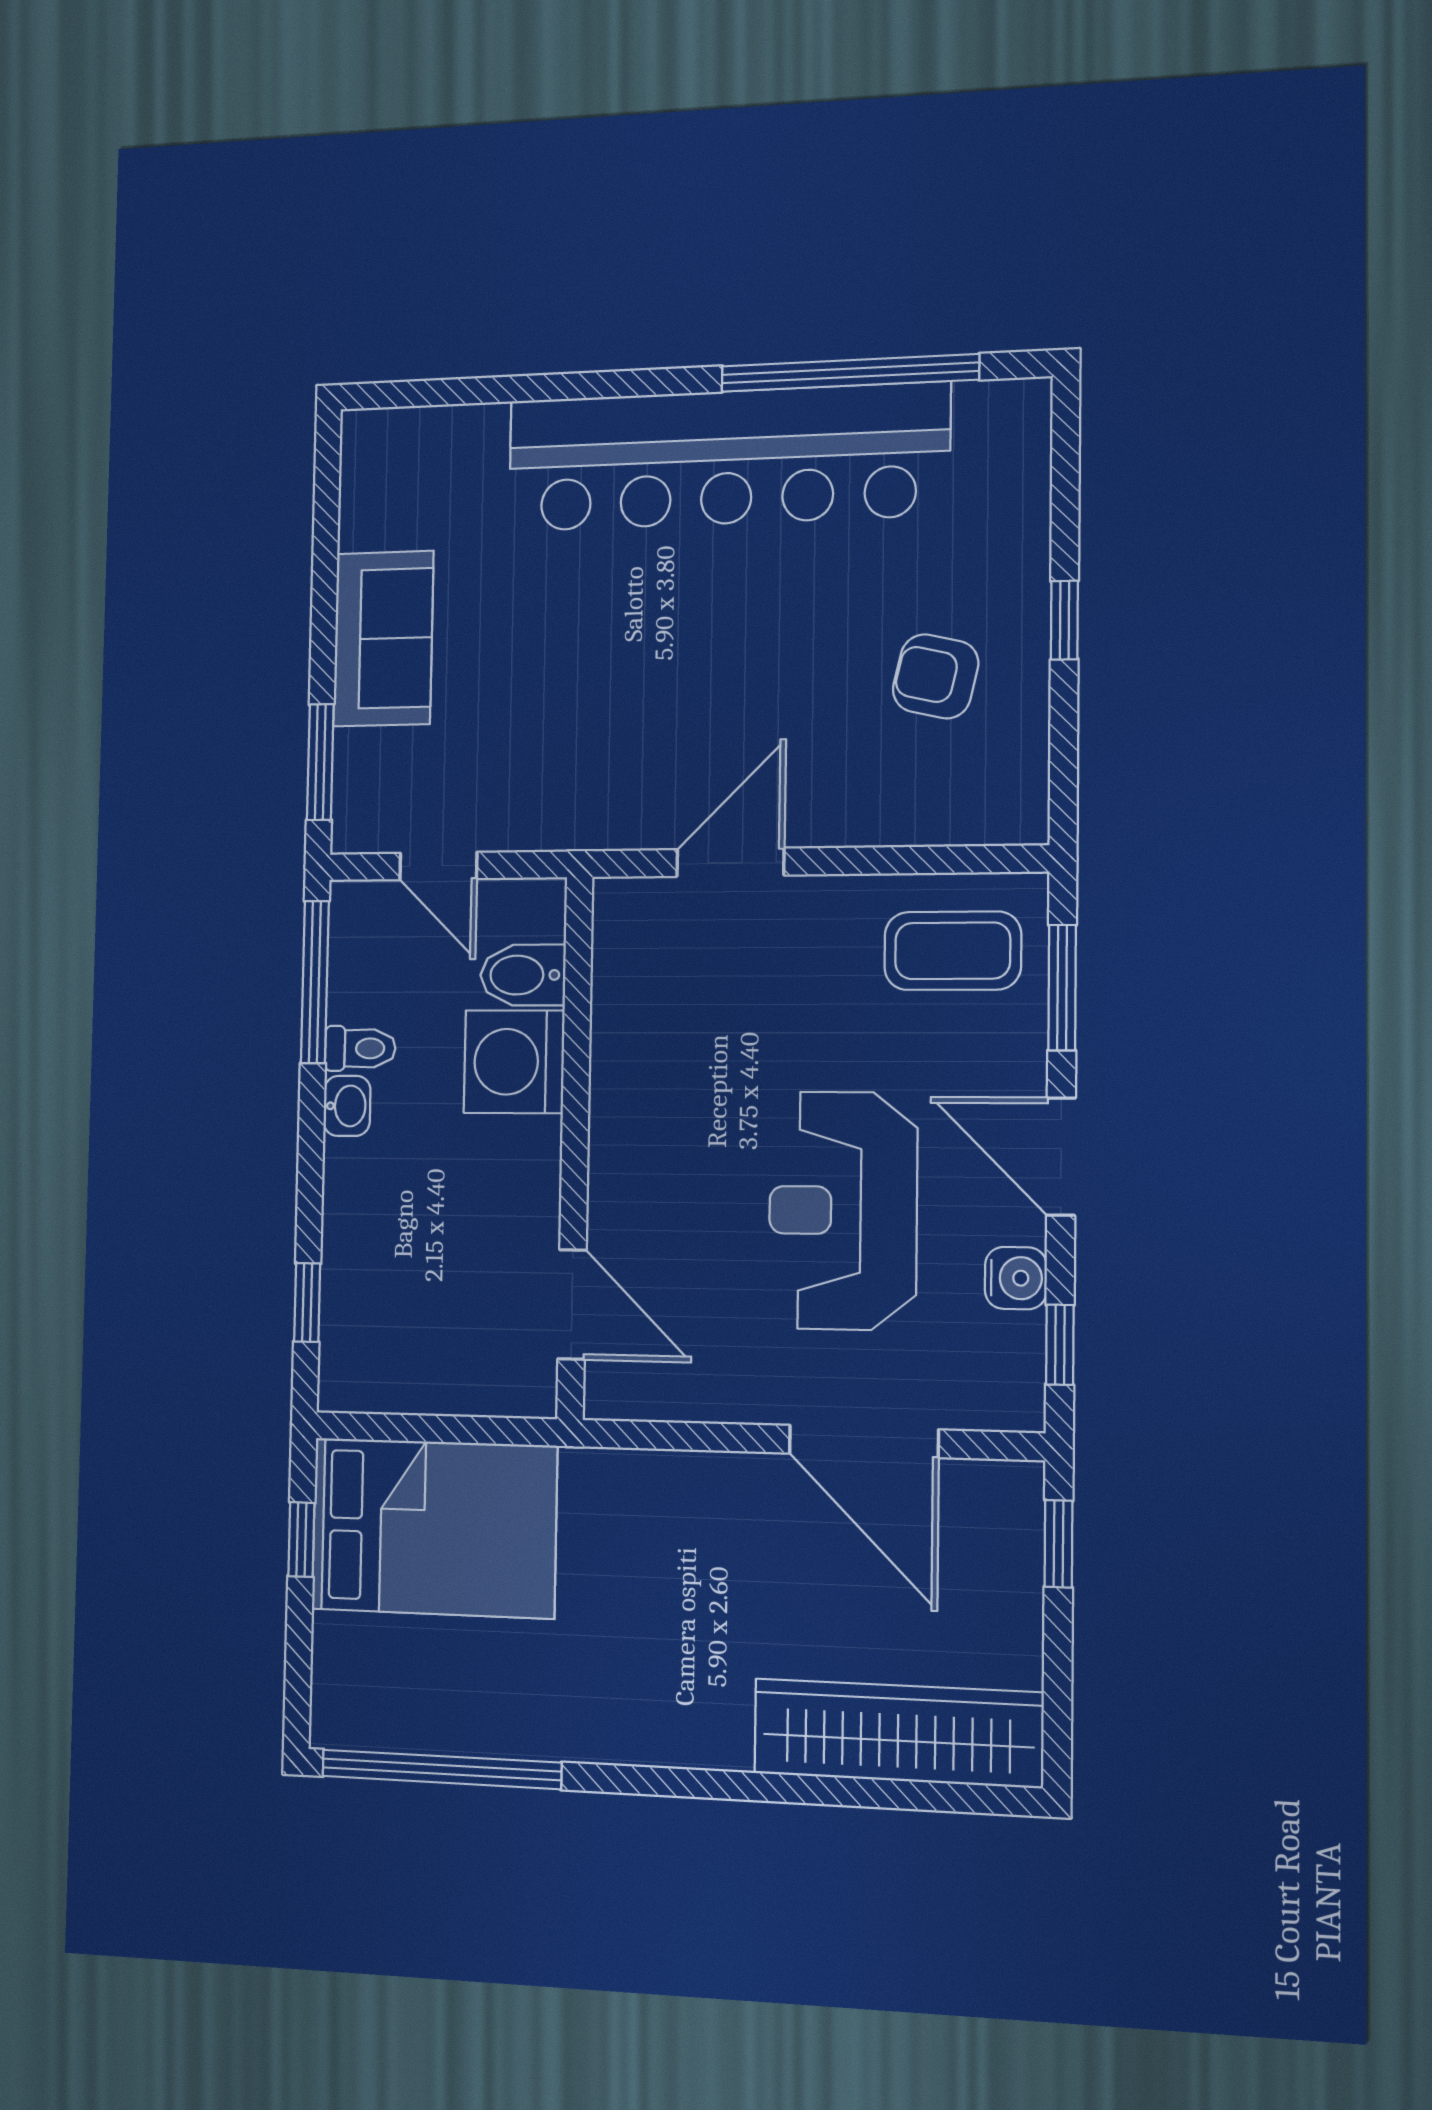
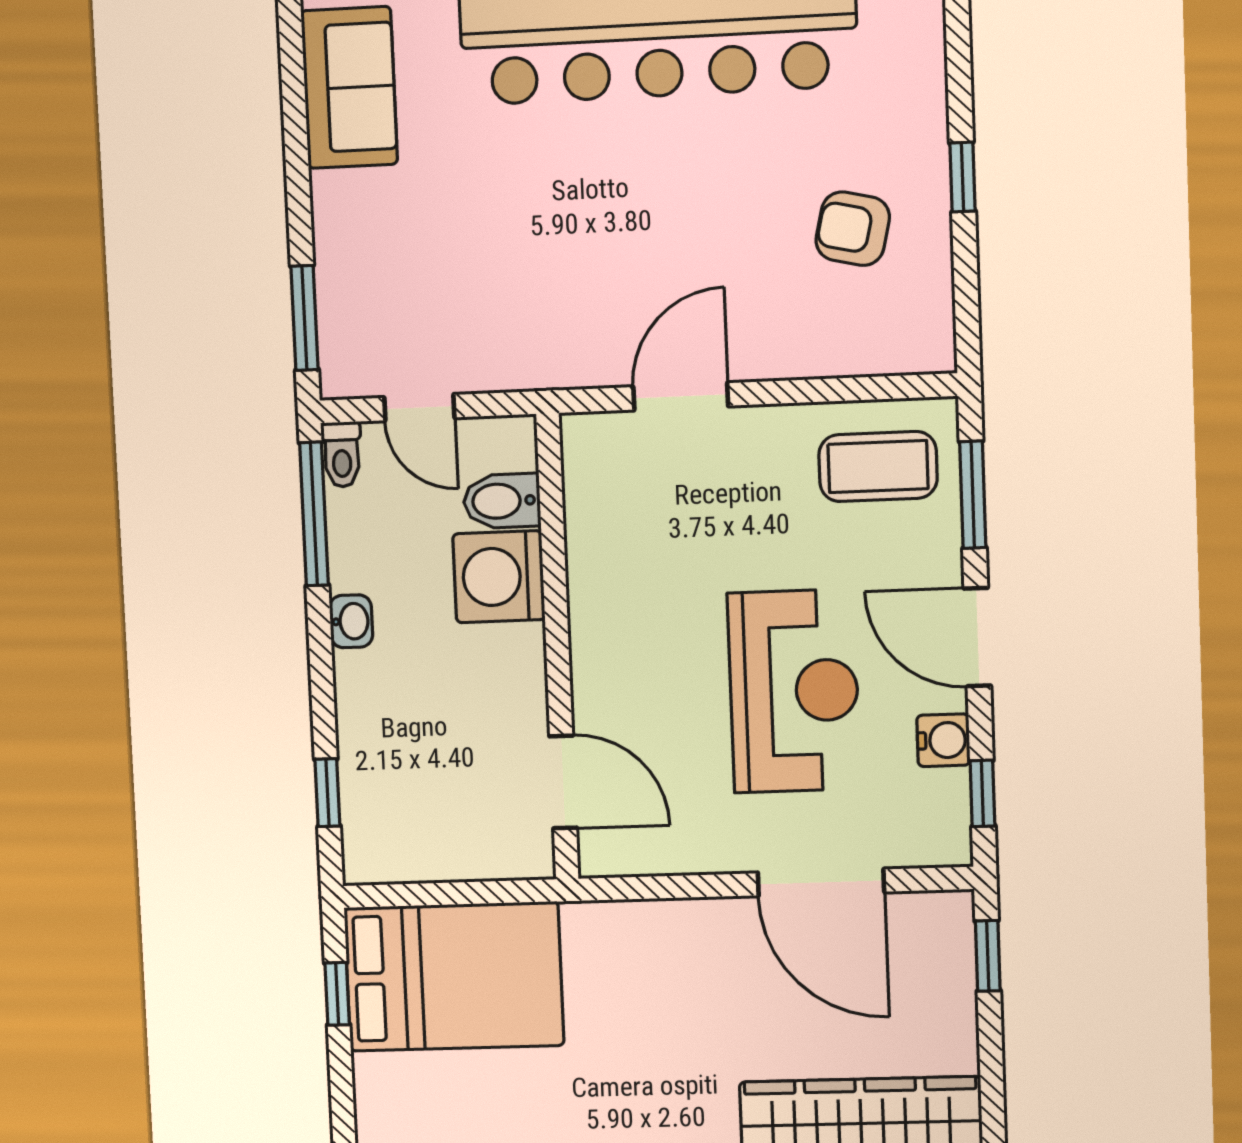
sofa: (383, 639) -> (349, 87), moved
toilet: (360, 1048) -> (342, 454), moved, turned 90
reception desk: (843, 1211) -> (794, 691), turned 180

